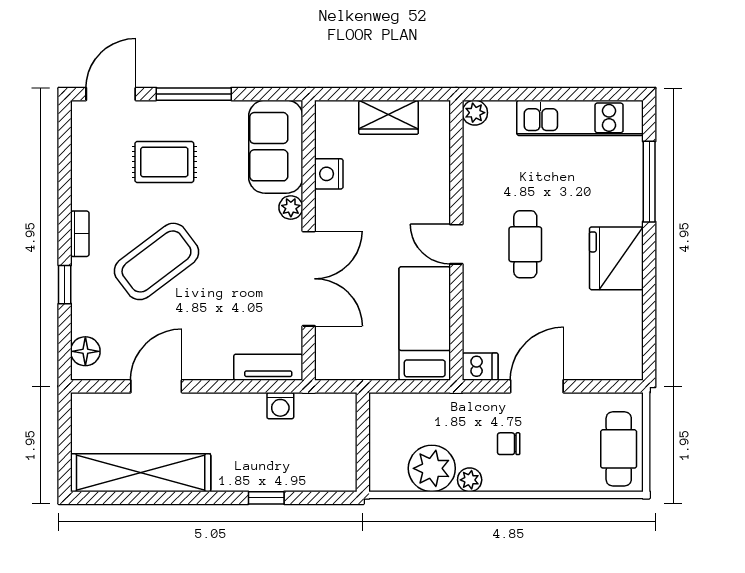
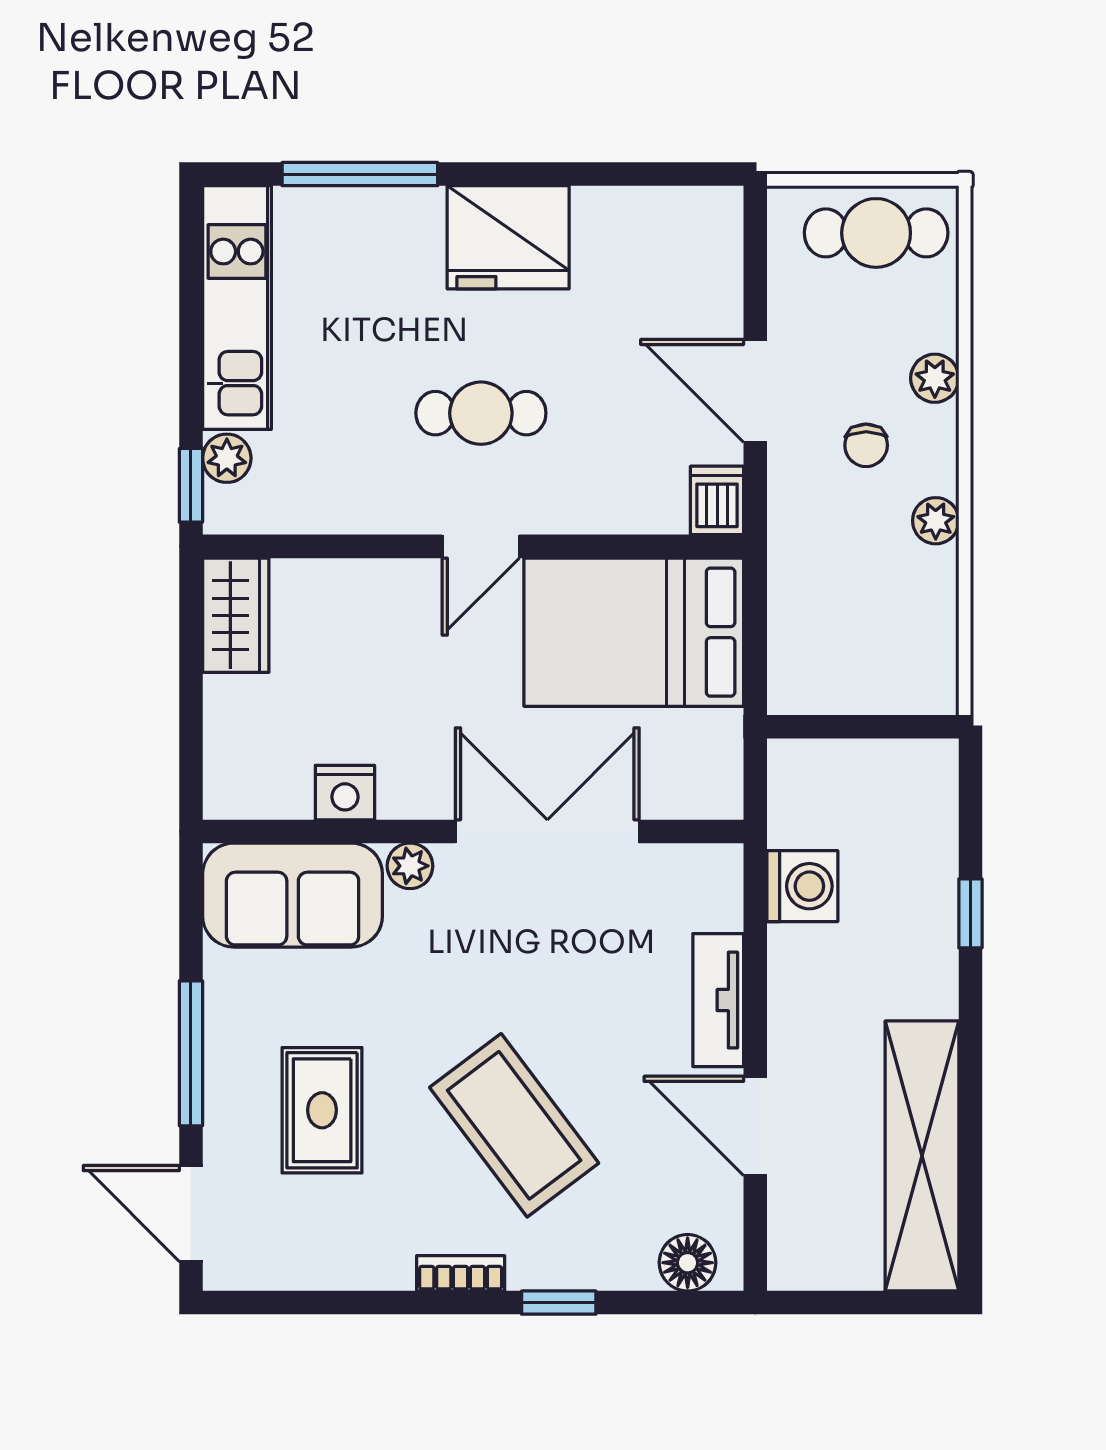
window: (488, 94) -> (191, 485), added
plant: (475, 113) -> (227, 458), moved
wardrobe: (389, 117) -> (236, 615), moved
bed: (425, 323) -> (634, 632), width x1.50
tv unit: (268, 367) -> (718, 1000), moved
washing machine: (280, 406) -> (802, 886), width x1.38, depth x1.38
plant: (432, 468) -> (935, 378), moved, width x0.53, depth x0.53

